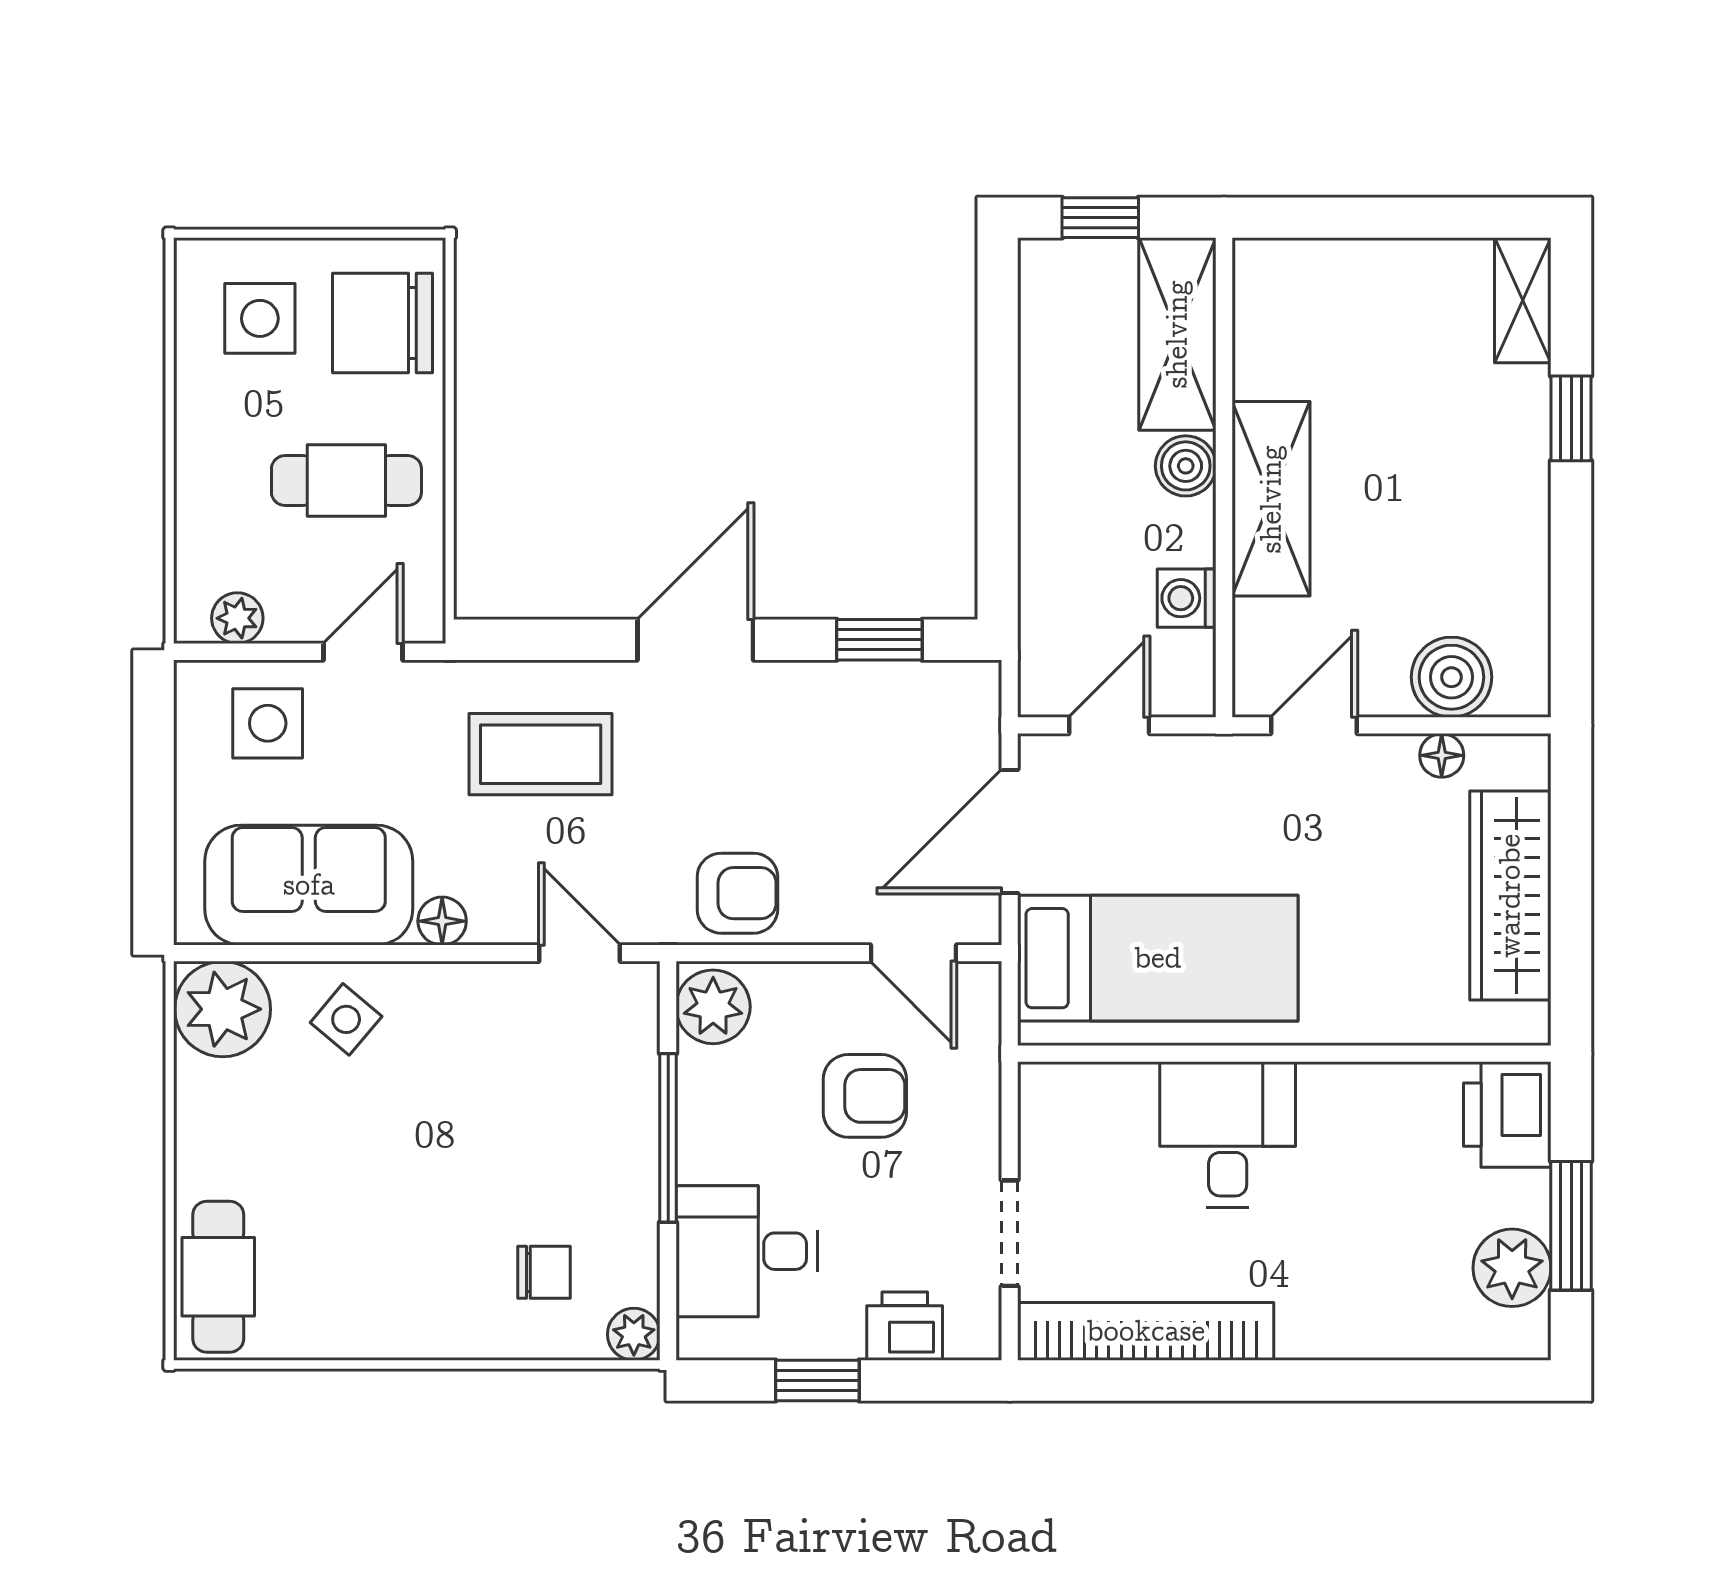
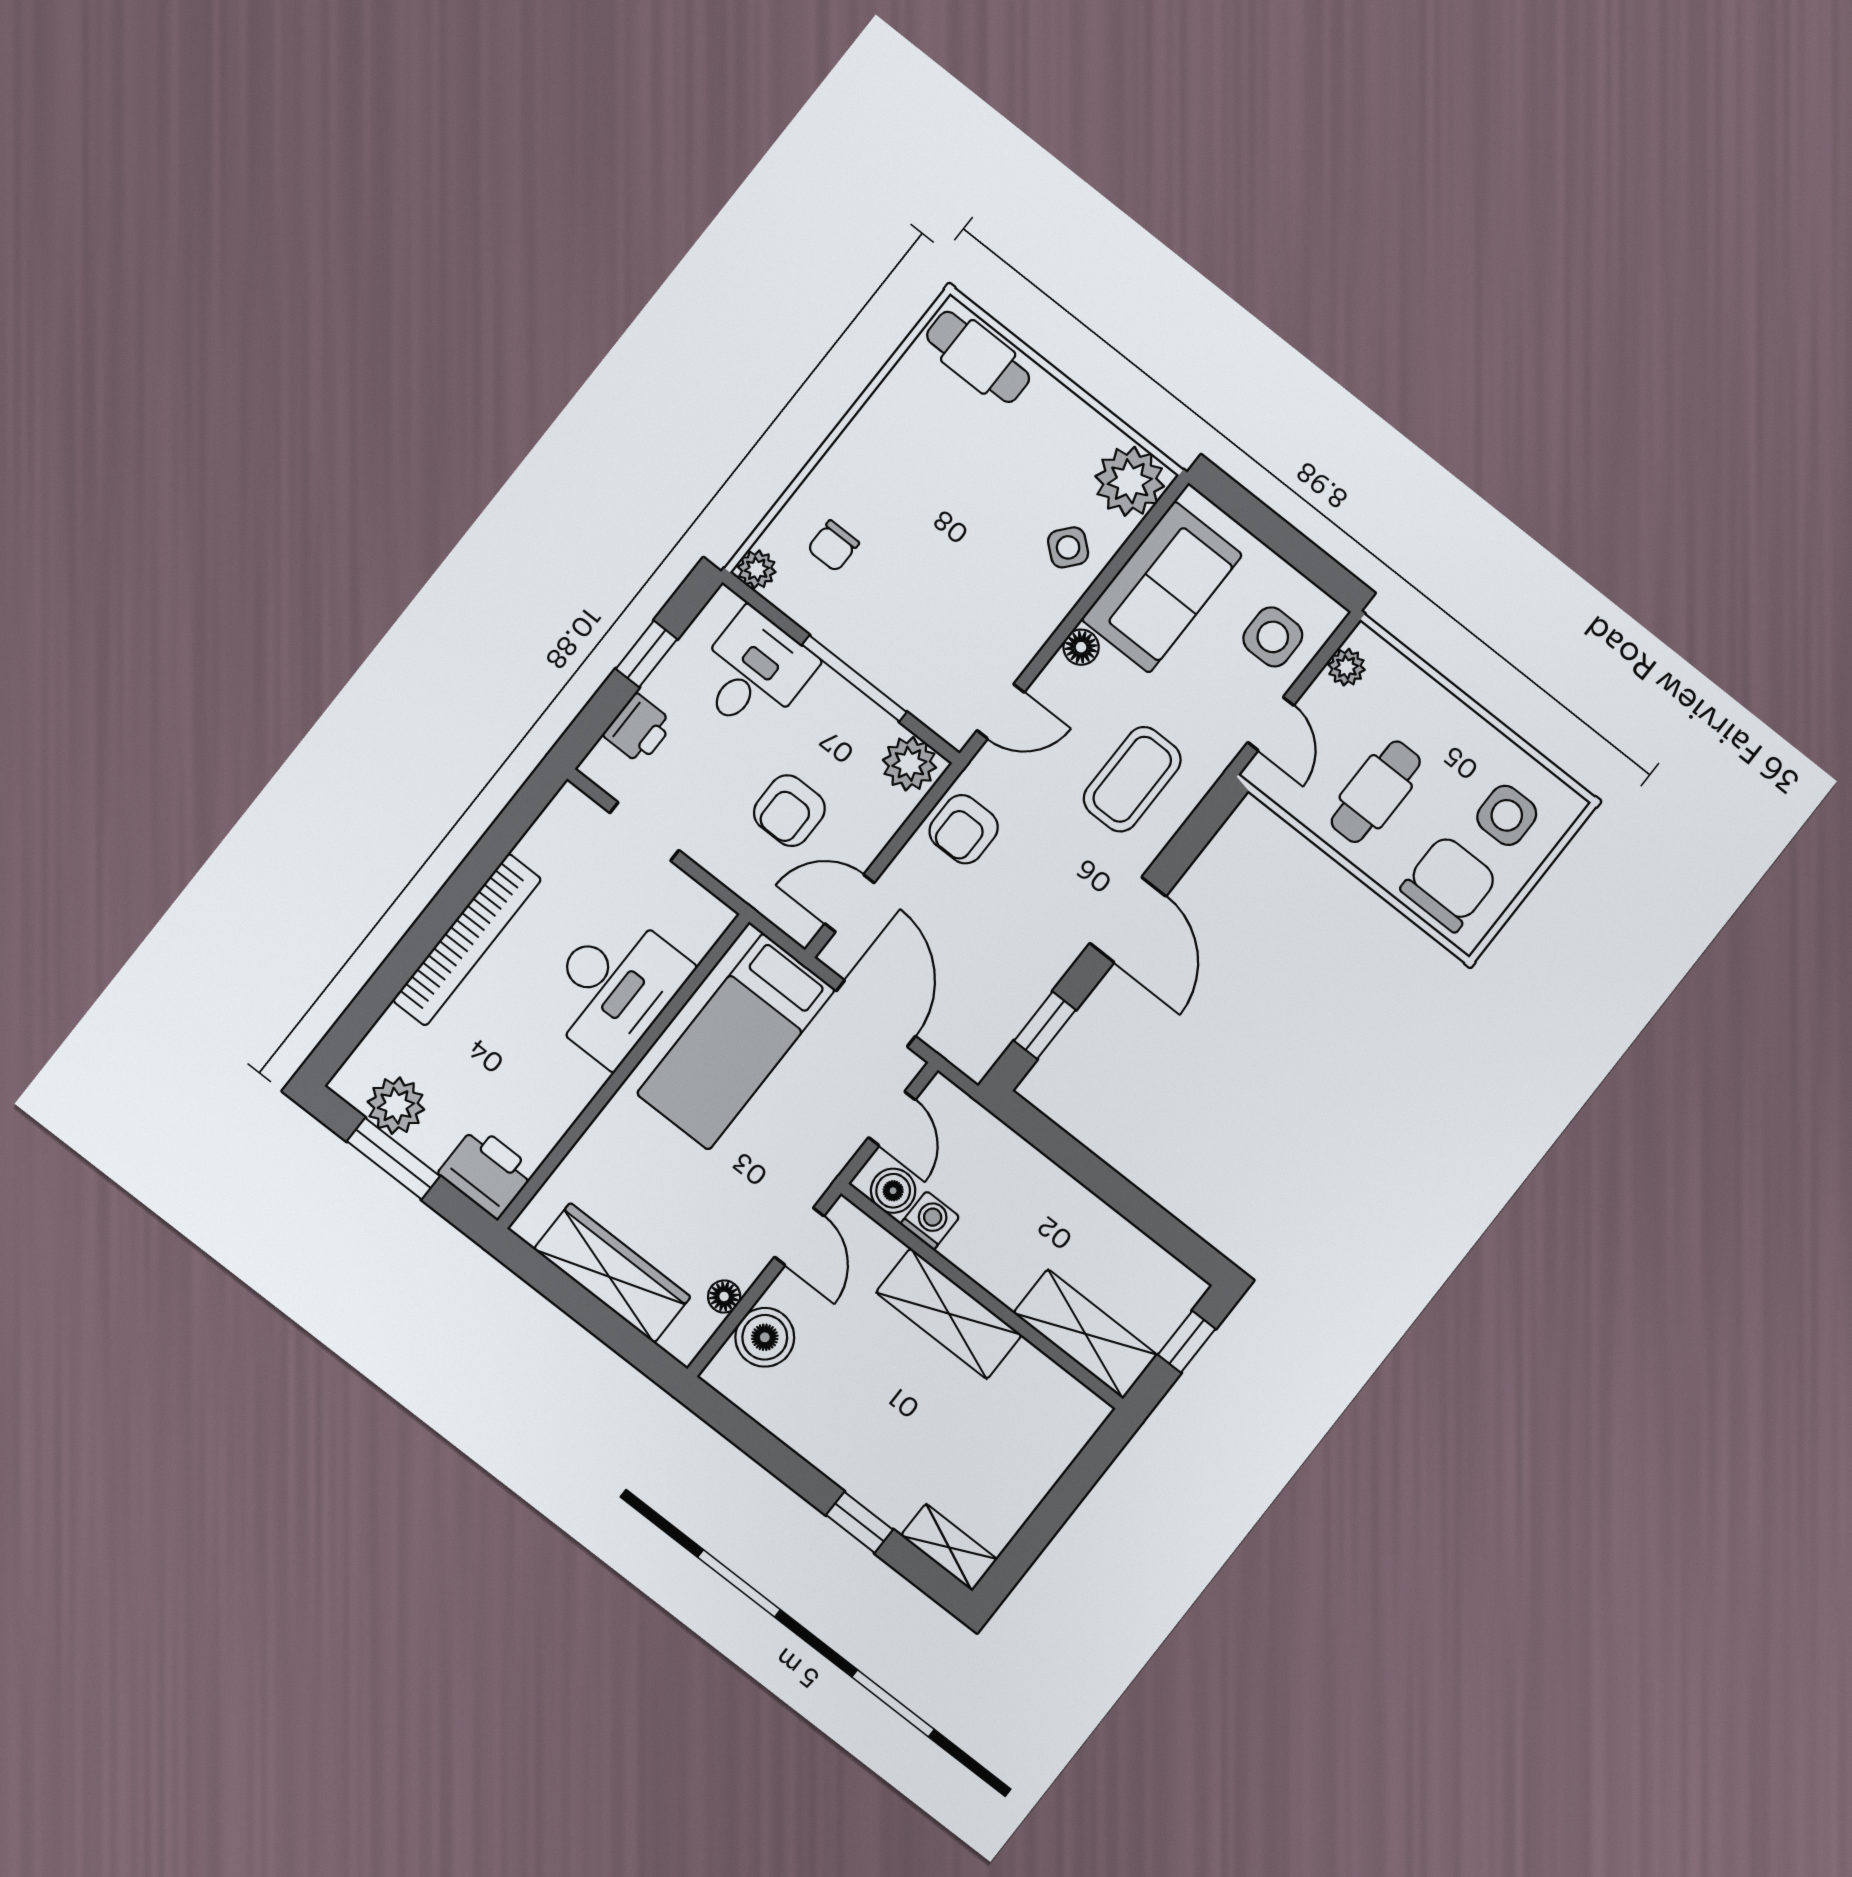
boiler: (1186, 466) -> (893, 1191), moved
desk: (1228, 1135) -> (614, 987), width x1.37
bookcase: (1146, 1331) -> (467, 940), moved

